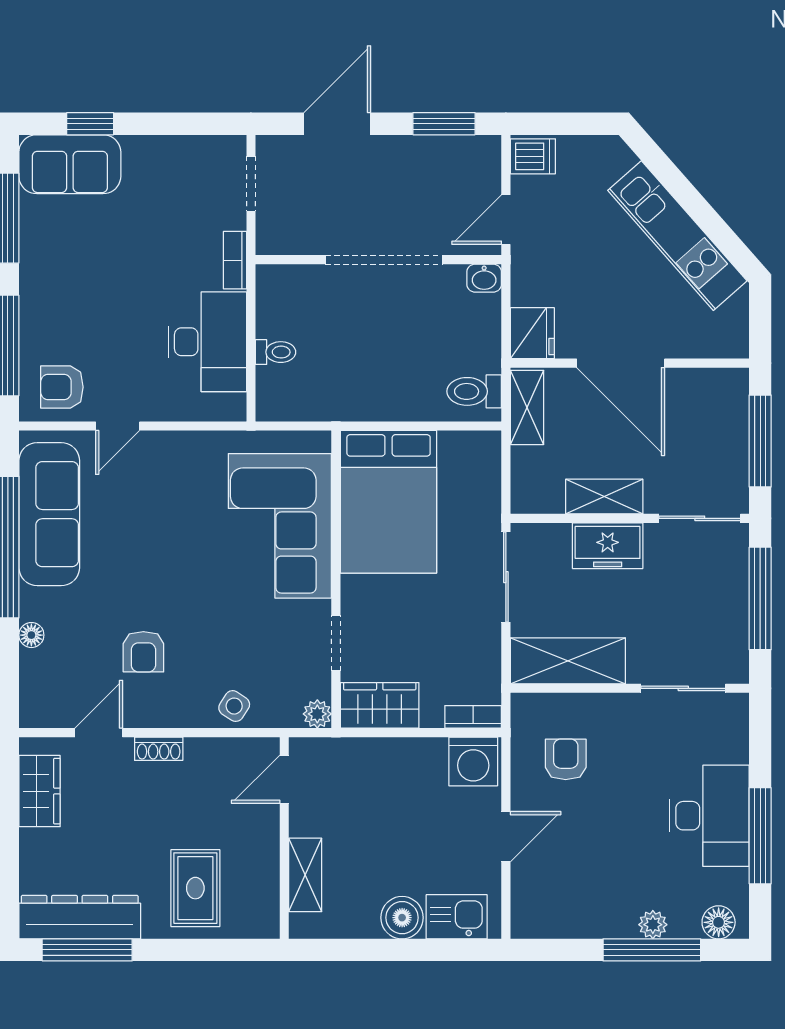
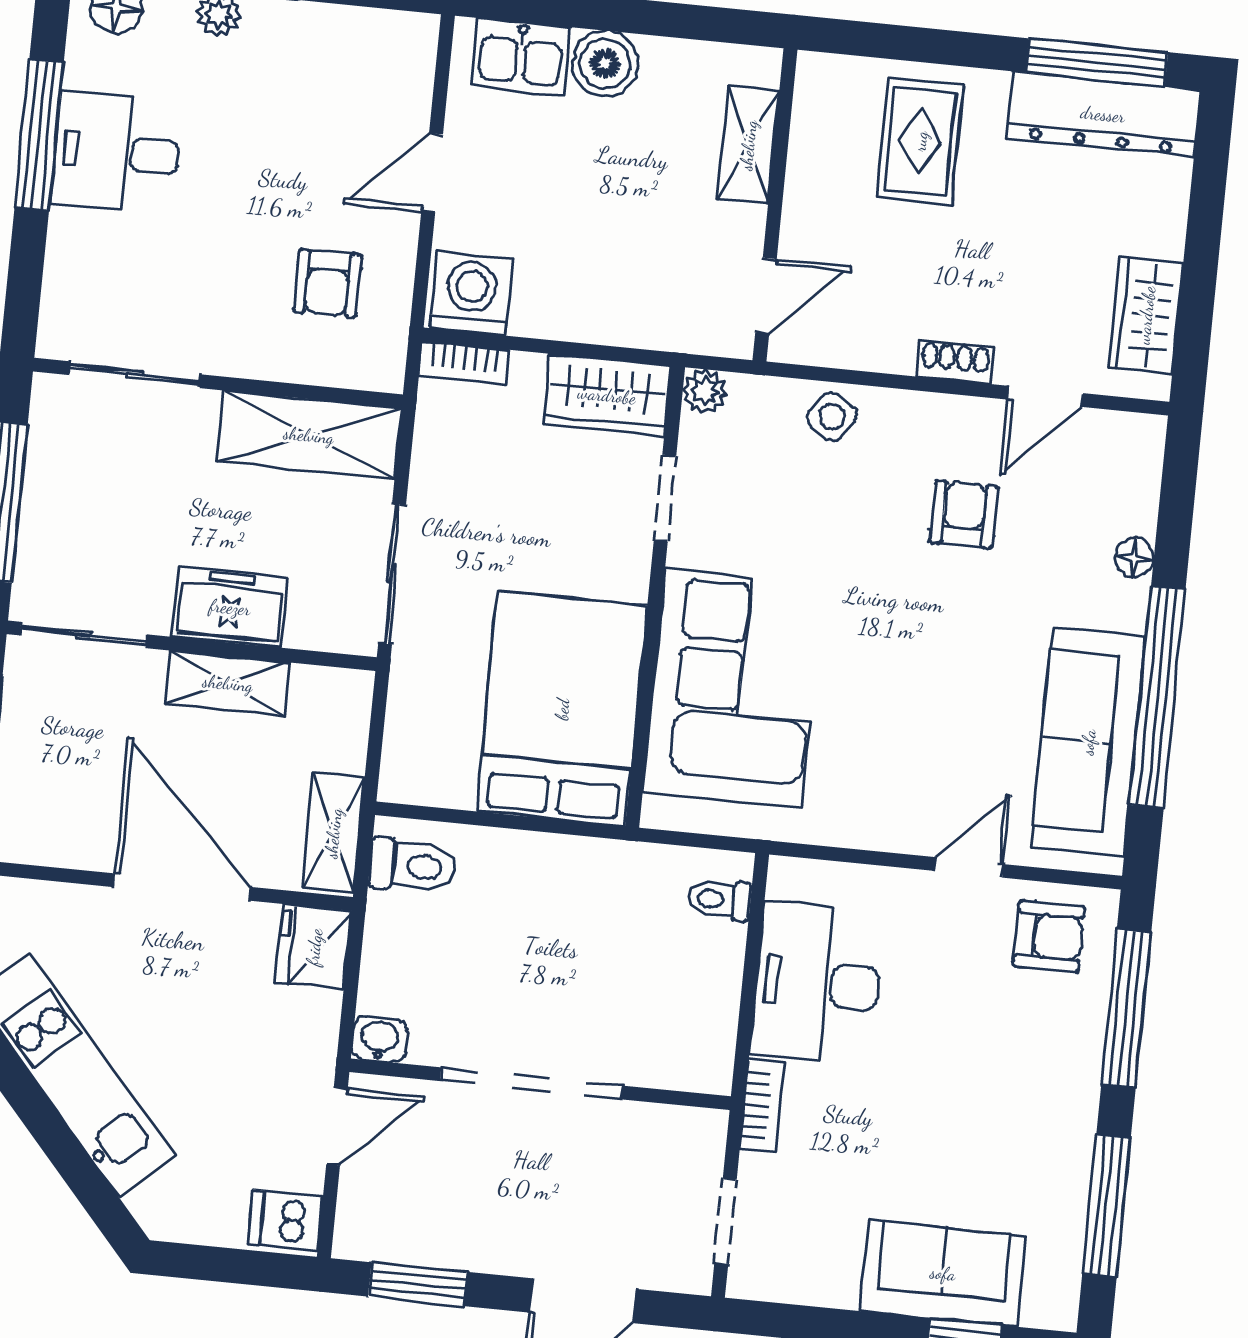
sofa: (70, 164) -> (943, 1273), moved
toilet: (276, 352) -> (719, 900), moved
desk: (709, 816) -> (117, 153), width x0.73

